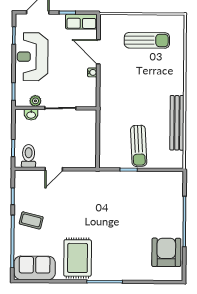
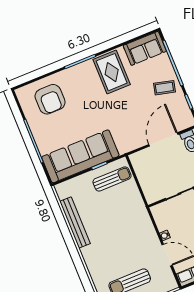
sun lounger: (139, 146) -> (112, 179), moved, turned 93
door: (54, 169) -> (163, 139), width x1.88
sofa: (144, 187) -> (80, 156), added
armchair: (166, 252) -> (50, 99), moved

